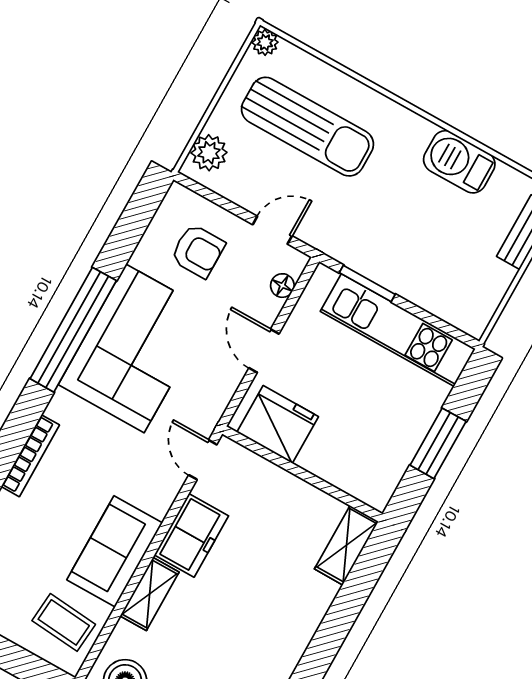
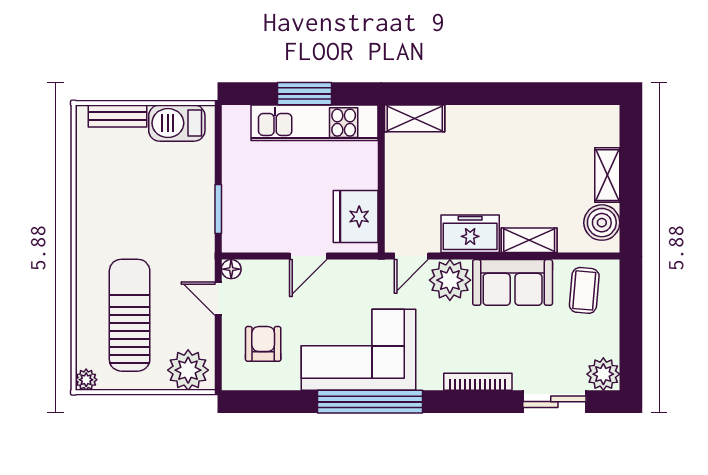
plant: (209, 153) -> (188, 370), width x1.36, depth x1.36
barbecue: (459, 162) -> (177, 123), moved, turned 90
floor lamp: (282, 286) -> (231, 269), moved
kitchen unit: (398, 330) -> (314, 123), moved, turned 90
plant: (154, 486) -> (450, 280), added

